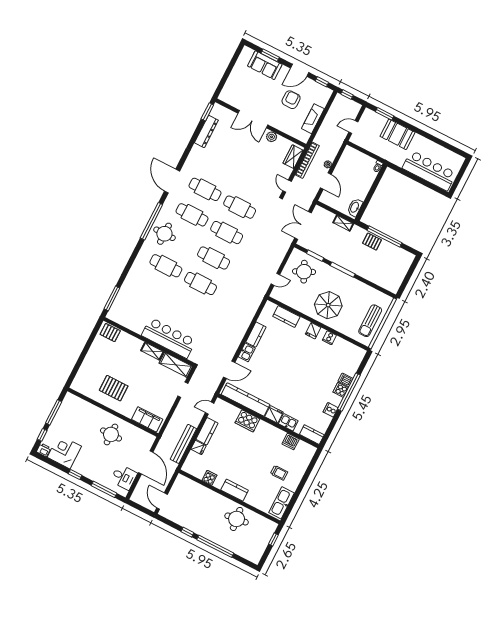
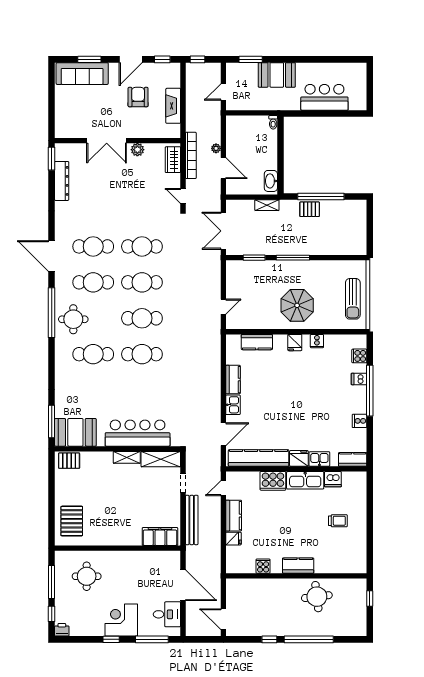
sofa: (265, 65) -> (82, 74), width x1.36
bar counter: (429, 171) -> (324, 97), width x0.73
round table: (304, 272) -> (251, 282), removed
booth: (125, 315) -> (75, 432), added
pallet: (114, 388) -> (72, 521), moved, turned 90
cooker: (341, 390) -> (359, 356), moved
round table: (111, 434) -> (87, 576), moved
bench: (183, 444) -> (192, 520), moved
corner desk: (64, 452) -> (121, 620), moved
kitchen sink: (282, 503) -> (305, 480), moved, turned -90

